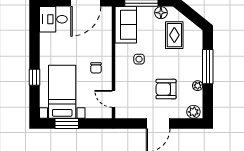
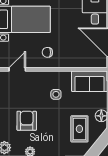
rug: (174, 35) -> (79, 129), turned 90

